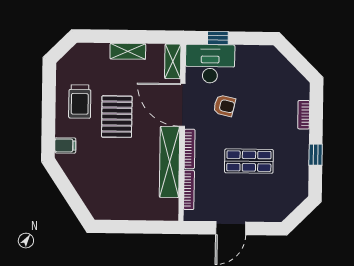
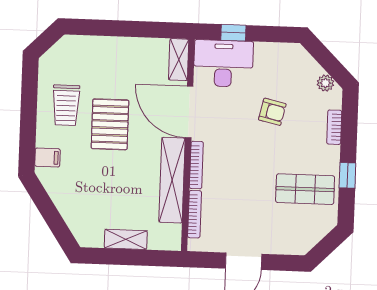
shelving: (128, 51) -> (126, 239), moved
plant: (296, 78) -> (325, 83), added
armchair: (224, 106) -> (272, 112), moved
shop shelf: (249, 161) -> (305, 189), moved

